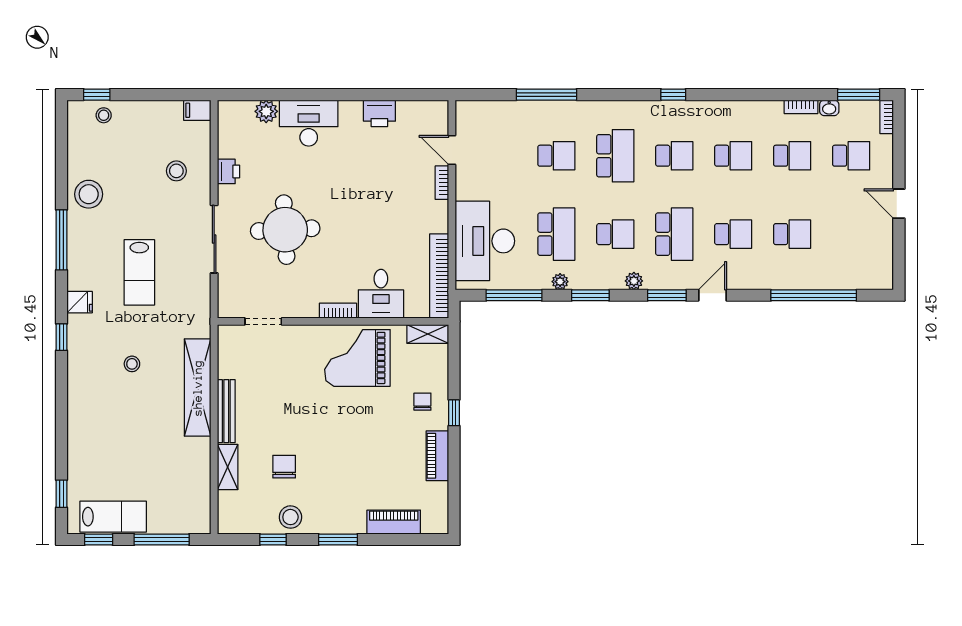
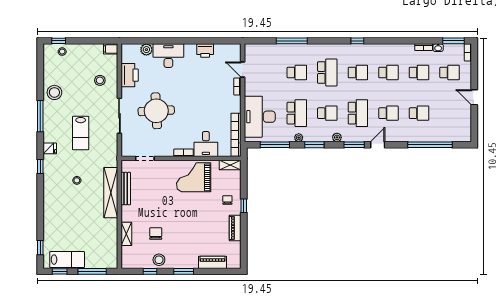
printer: (228, 171) -> (130, 75), width x1.87, depth x1.48
bench: (226, 411) -> (126, 189), moved

